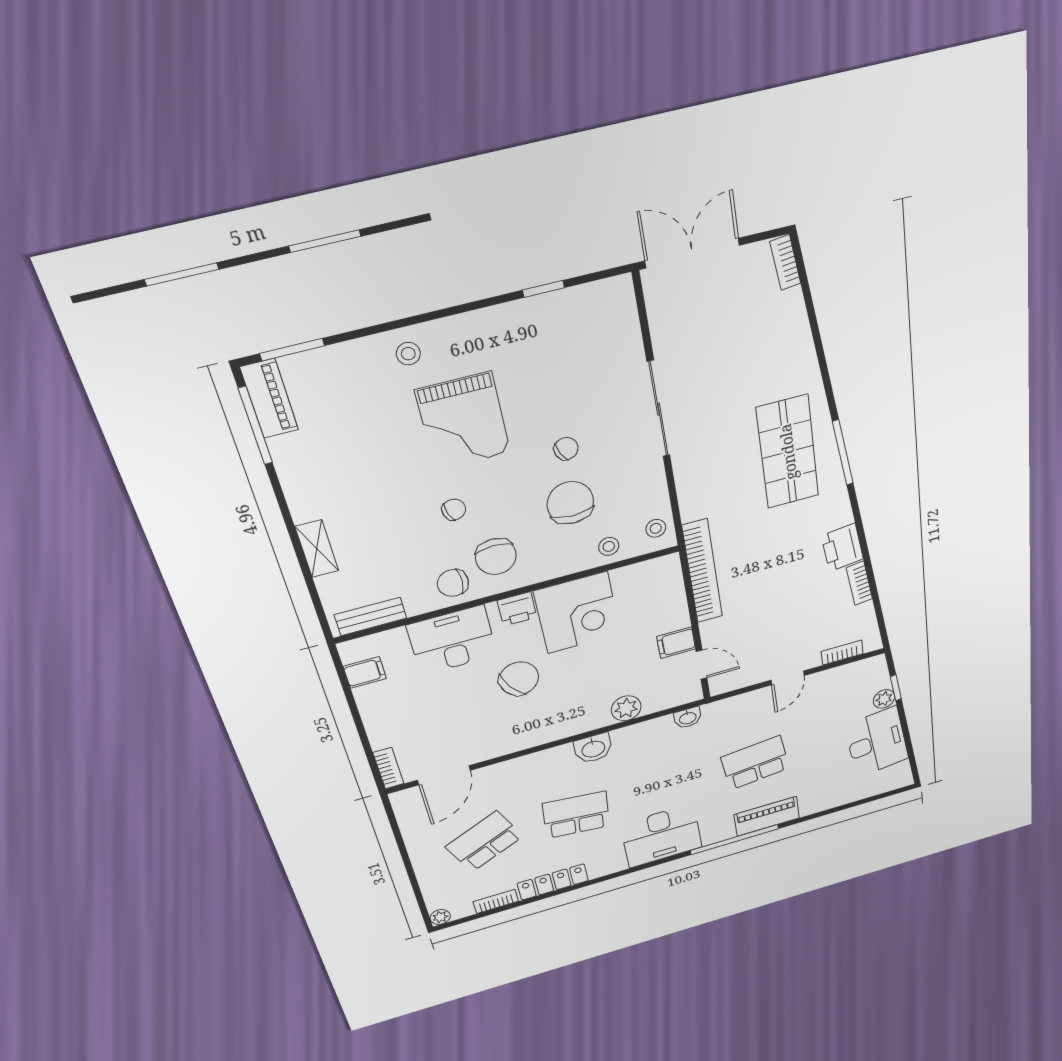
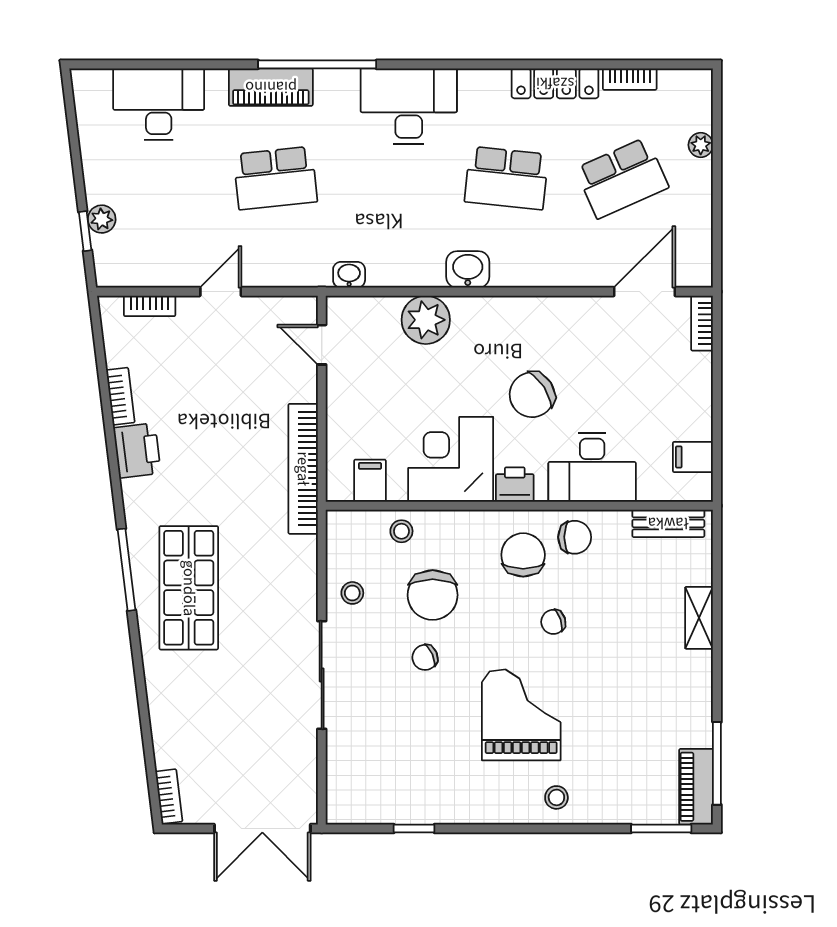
stool: (656, 528) -> (352, 593), moved
filing cabinet: (676, 643) -> (370, 481), moved, turned -90
plant: (626, 708) -> (426, 320), width x1.36, depth x1.36
desk: (877, 742) -> (159, 104), moved, turned 97
plant: (440, 917) -> (701, 145), moved

